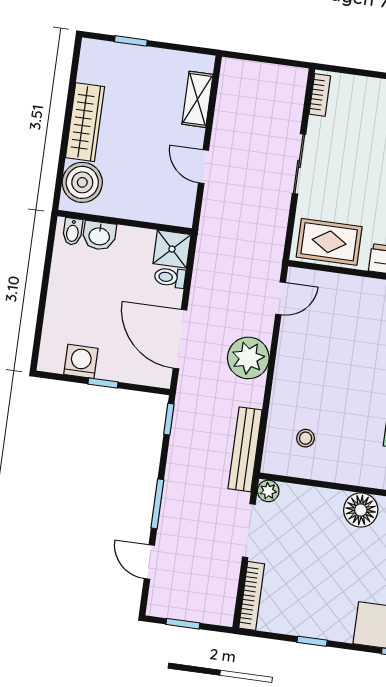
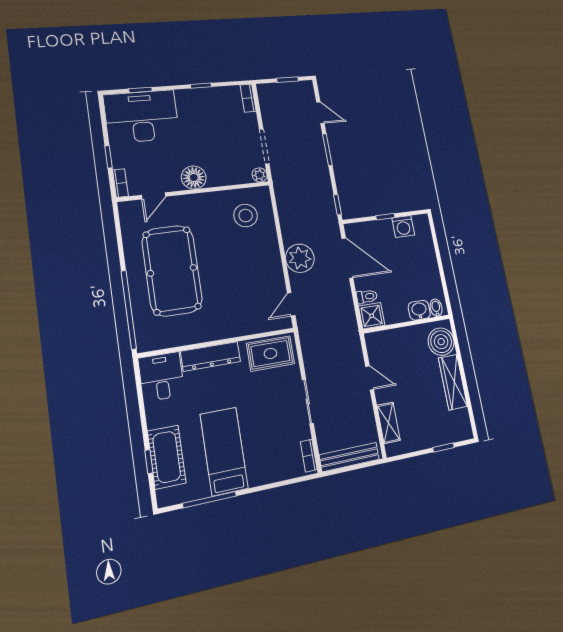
stool: (306, 438) -> (246, 216), width x1.89, depth x1.89
bench: (245, 449) -> (349, 457), moved, turned 90
bookcase: (252, 596) -> (248, 98), width x0.64

